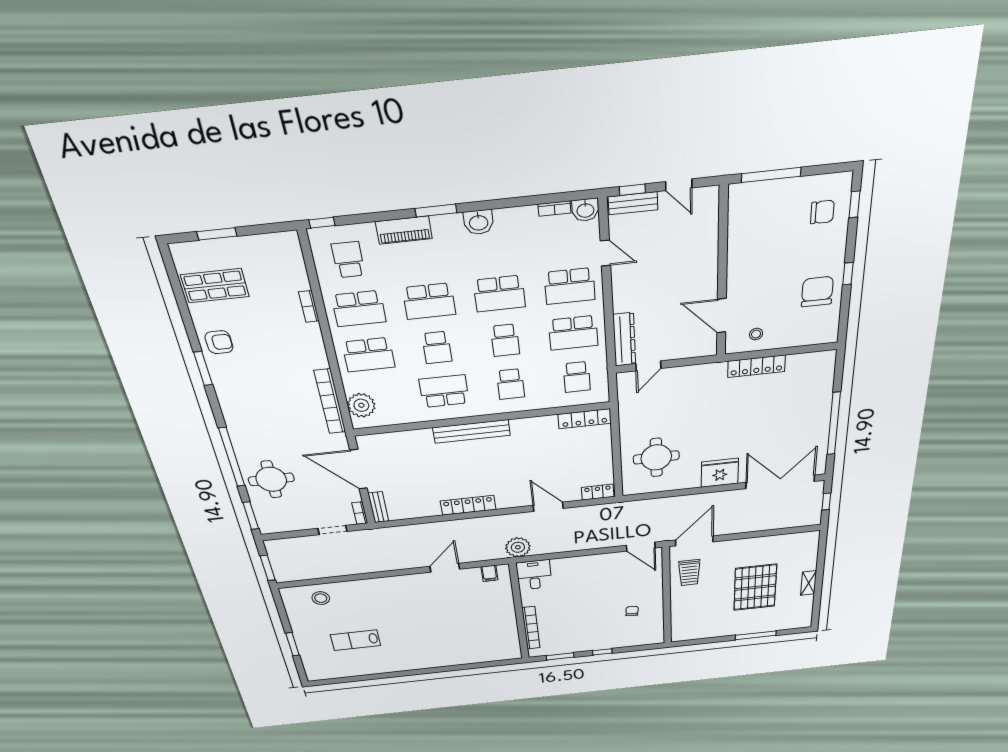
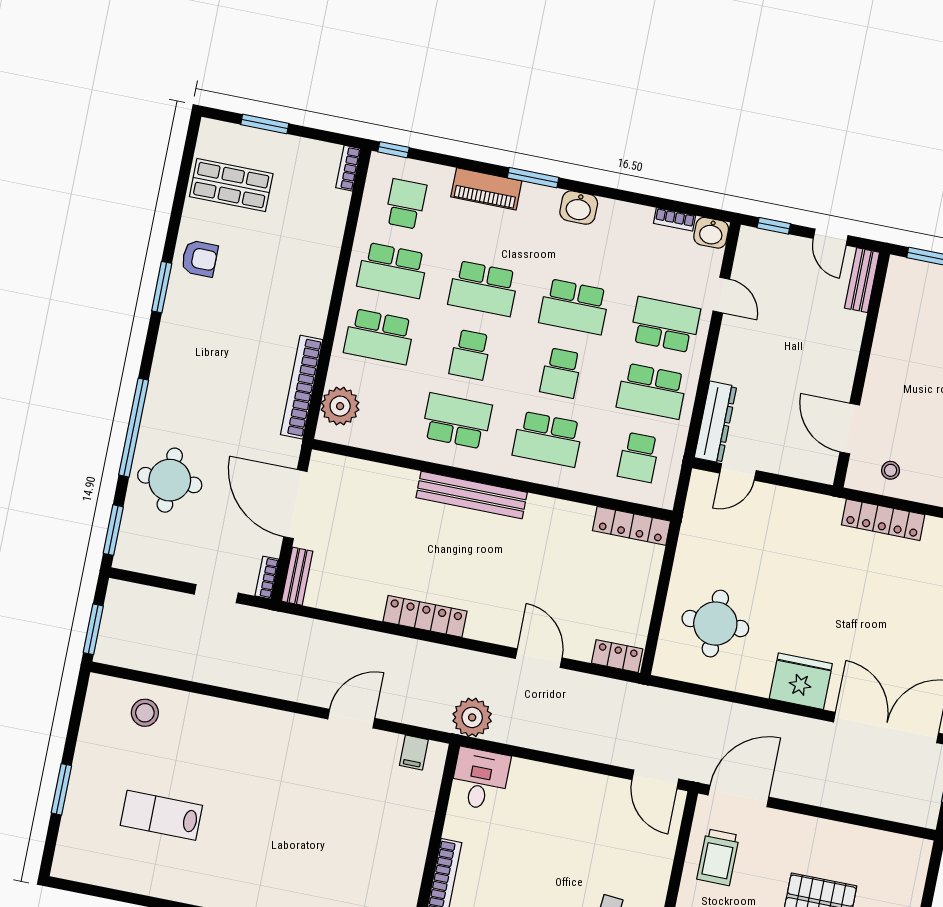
bench: (633, 203) -> (862, 280), moved, turned 90
school desk: (570, 286) -> (665, 325), turned 180
bookcase: (309, 306) -> (348, 168), moved
school desk: (510, 384) -> (548, 439), width x1.85

